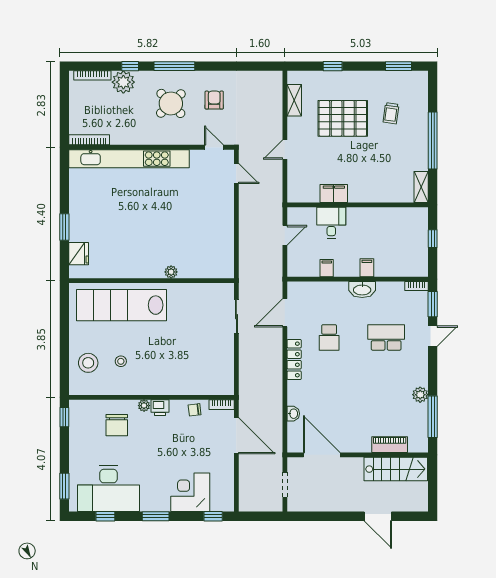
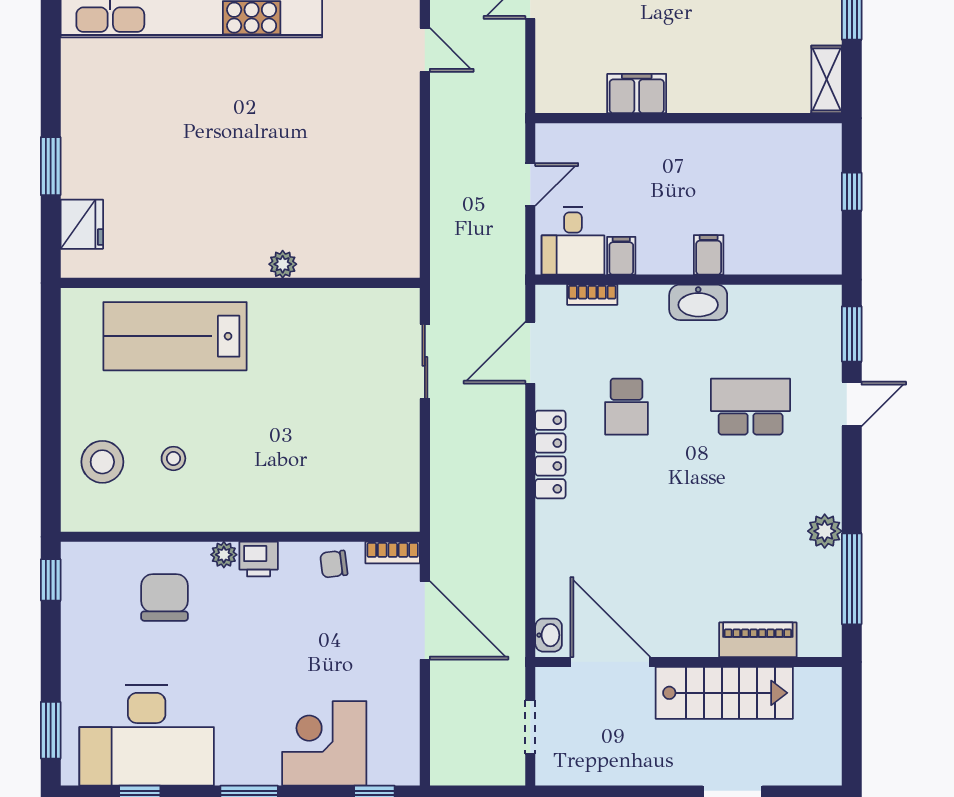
desk: (331, 223) -> (573, 241), moved, turned 180
bookcase: (416, 286) -> (592, 295), moved
lab bench: (122, 305) -> (175, 336), width x0.73
washbasin: (293, 414) -> (549, 635), moved
chair: (117, 425) -> (165, 597), turned 180
stairs: (396, 469) -> (724, 693), moved

